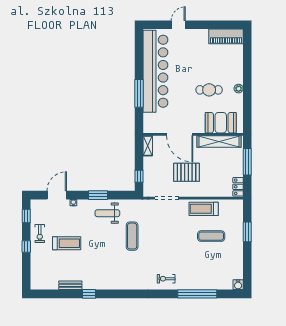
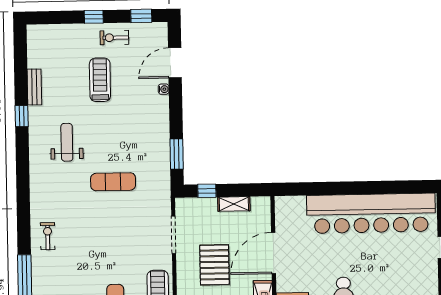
window: (139, 93) -> (336, 188), removed
shelving: (148, 146) -> (234, 204), moved
door: (57, 195) -> (175, 63), swing flipped
window: (98, 195) -> (177, 154), moved
weight bench: (107, 213) -> (67, 142), moved
treadmill: (67, 243) -> (100, 80), turned 180

